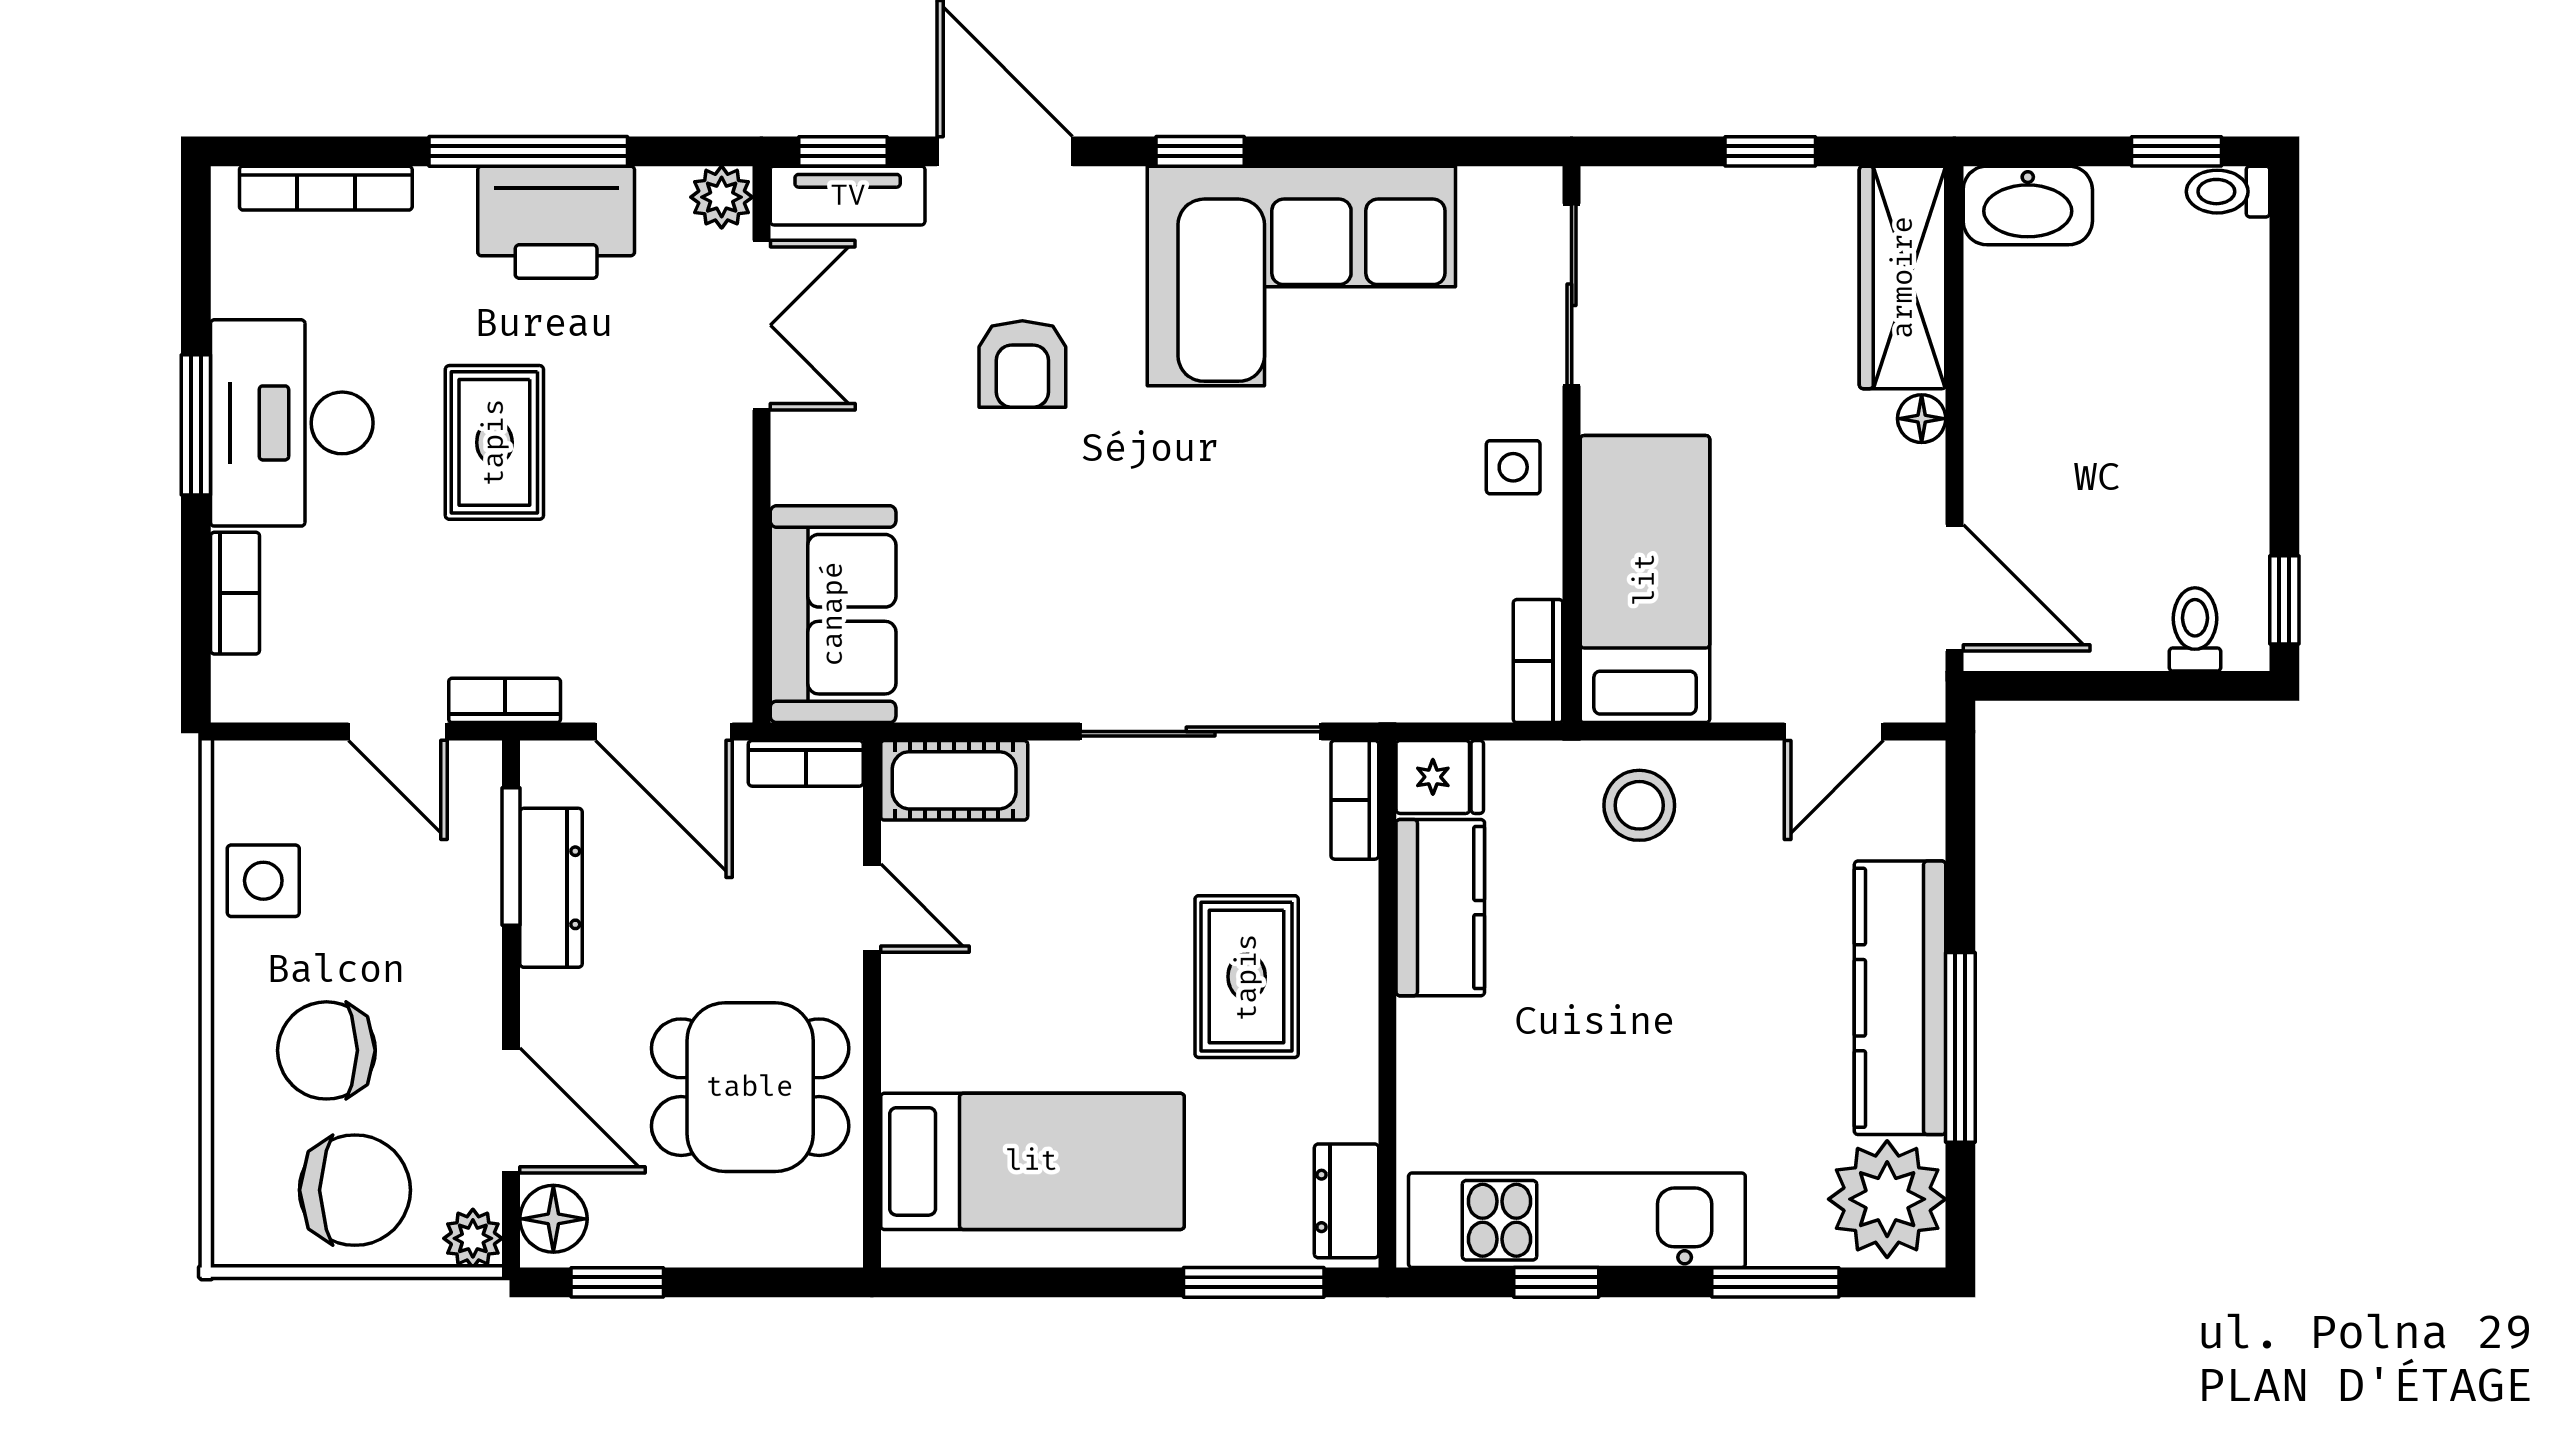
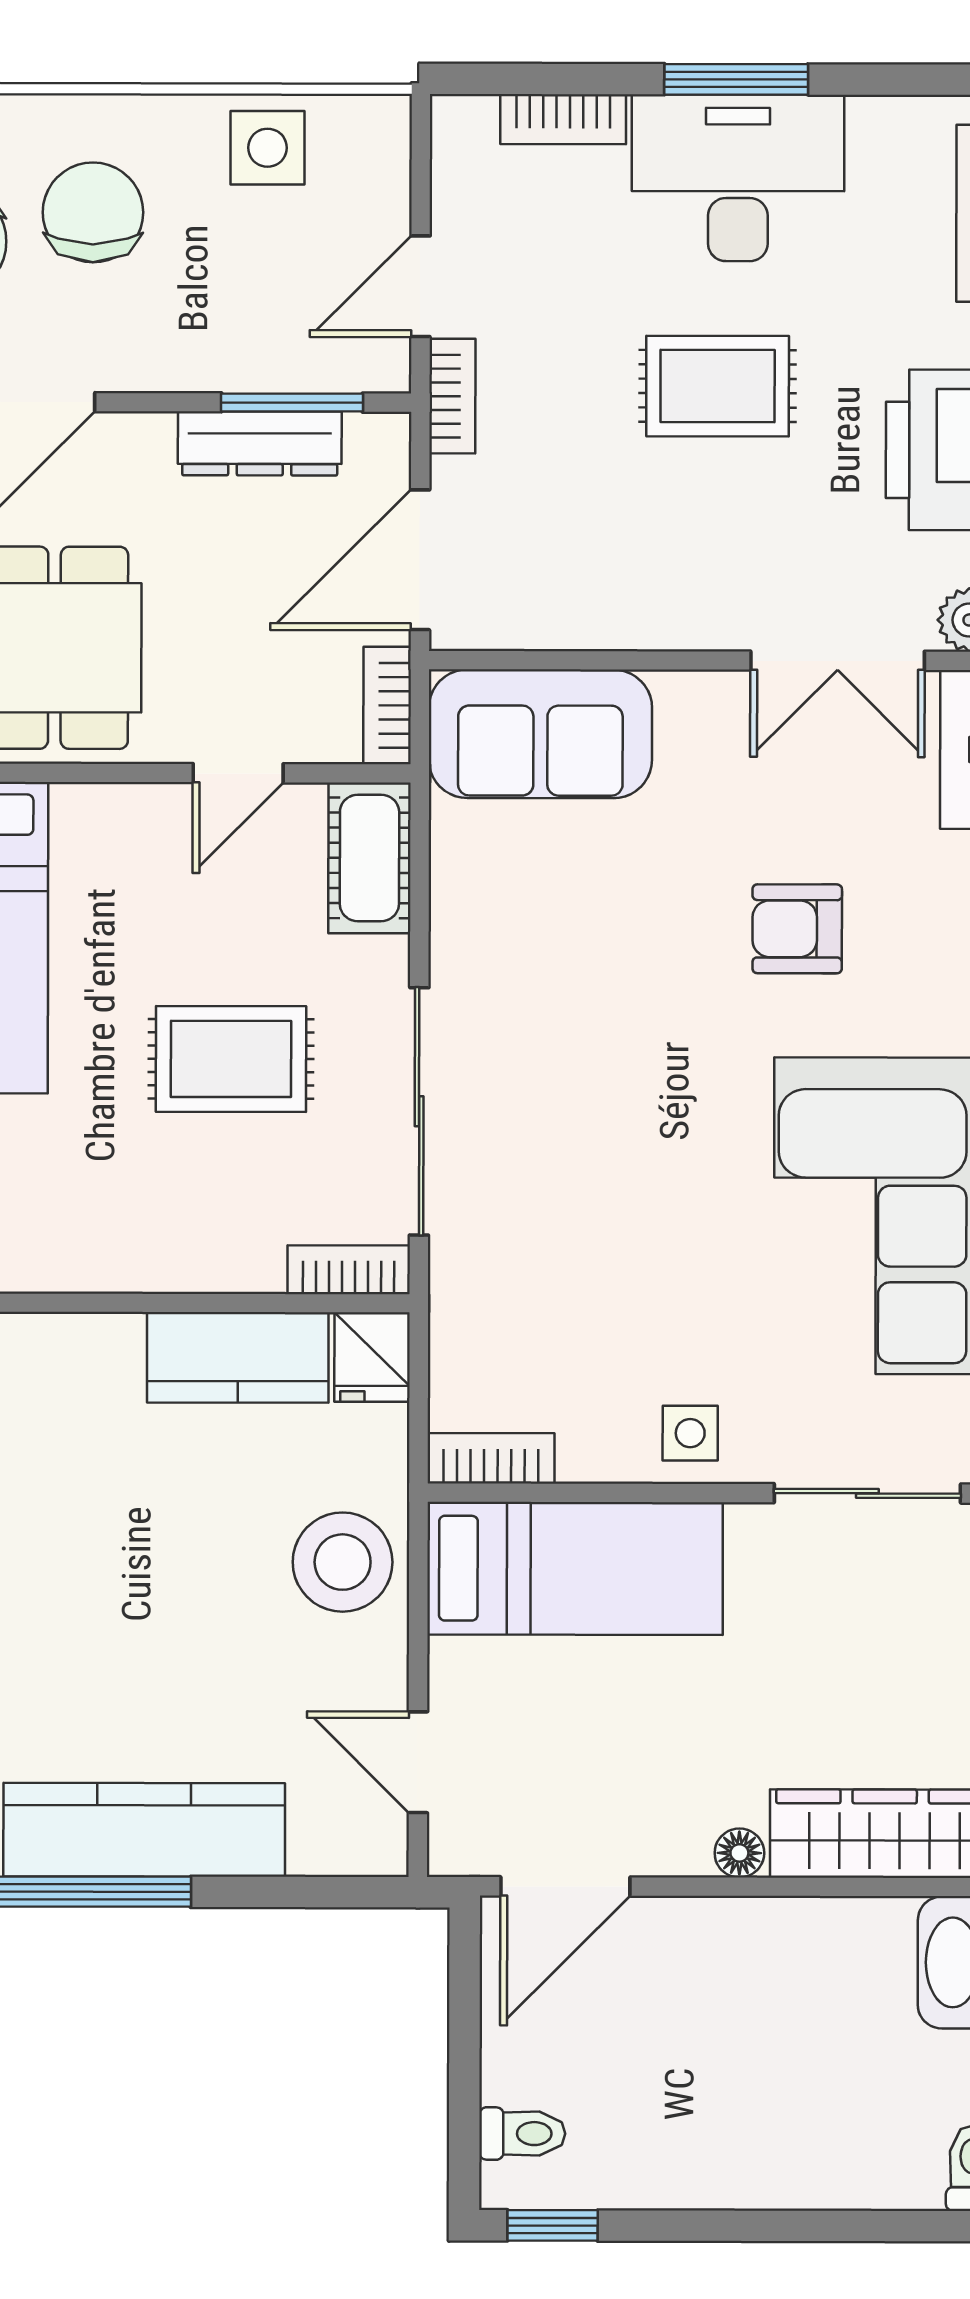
stool: (1639, 805) -> (343, 1562), width x1.38, depth x1.38
rug: (1247, 977) -> (231, 1059), moved

